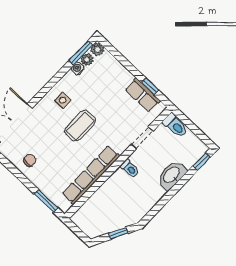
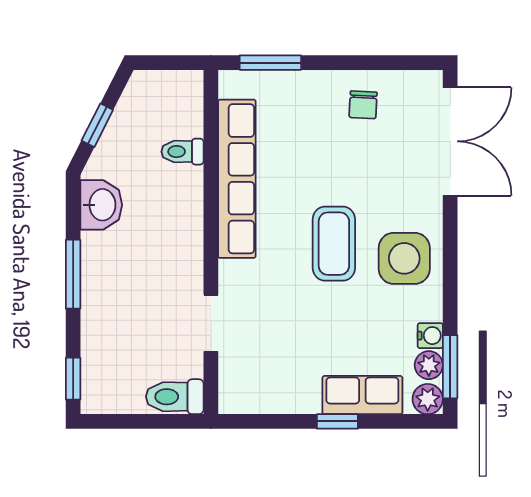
window: (150, 86) -> (337, 421), moved
row of seats: (143, 95) -> (362, 395), moved
side table: (63, 100) -> (404, 258), width x1.87, depth x1.87
toilet: (130, 168) -> (182, 152), moved
washbasin: (172, 175) -> (101, 205), moved, width x0.72
window: (170, 194) -> (73, 274), added

